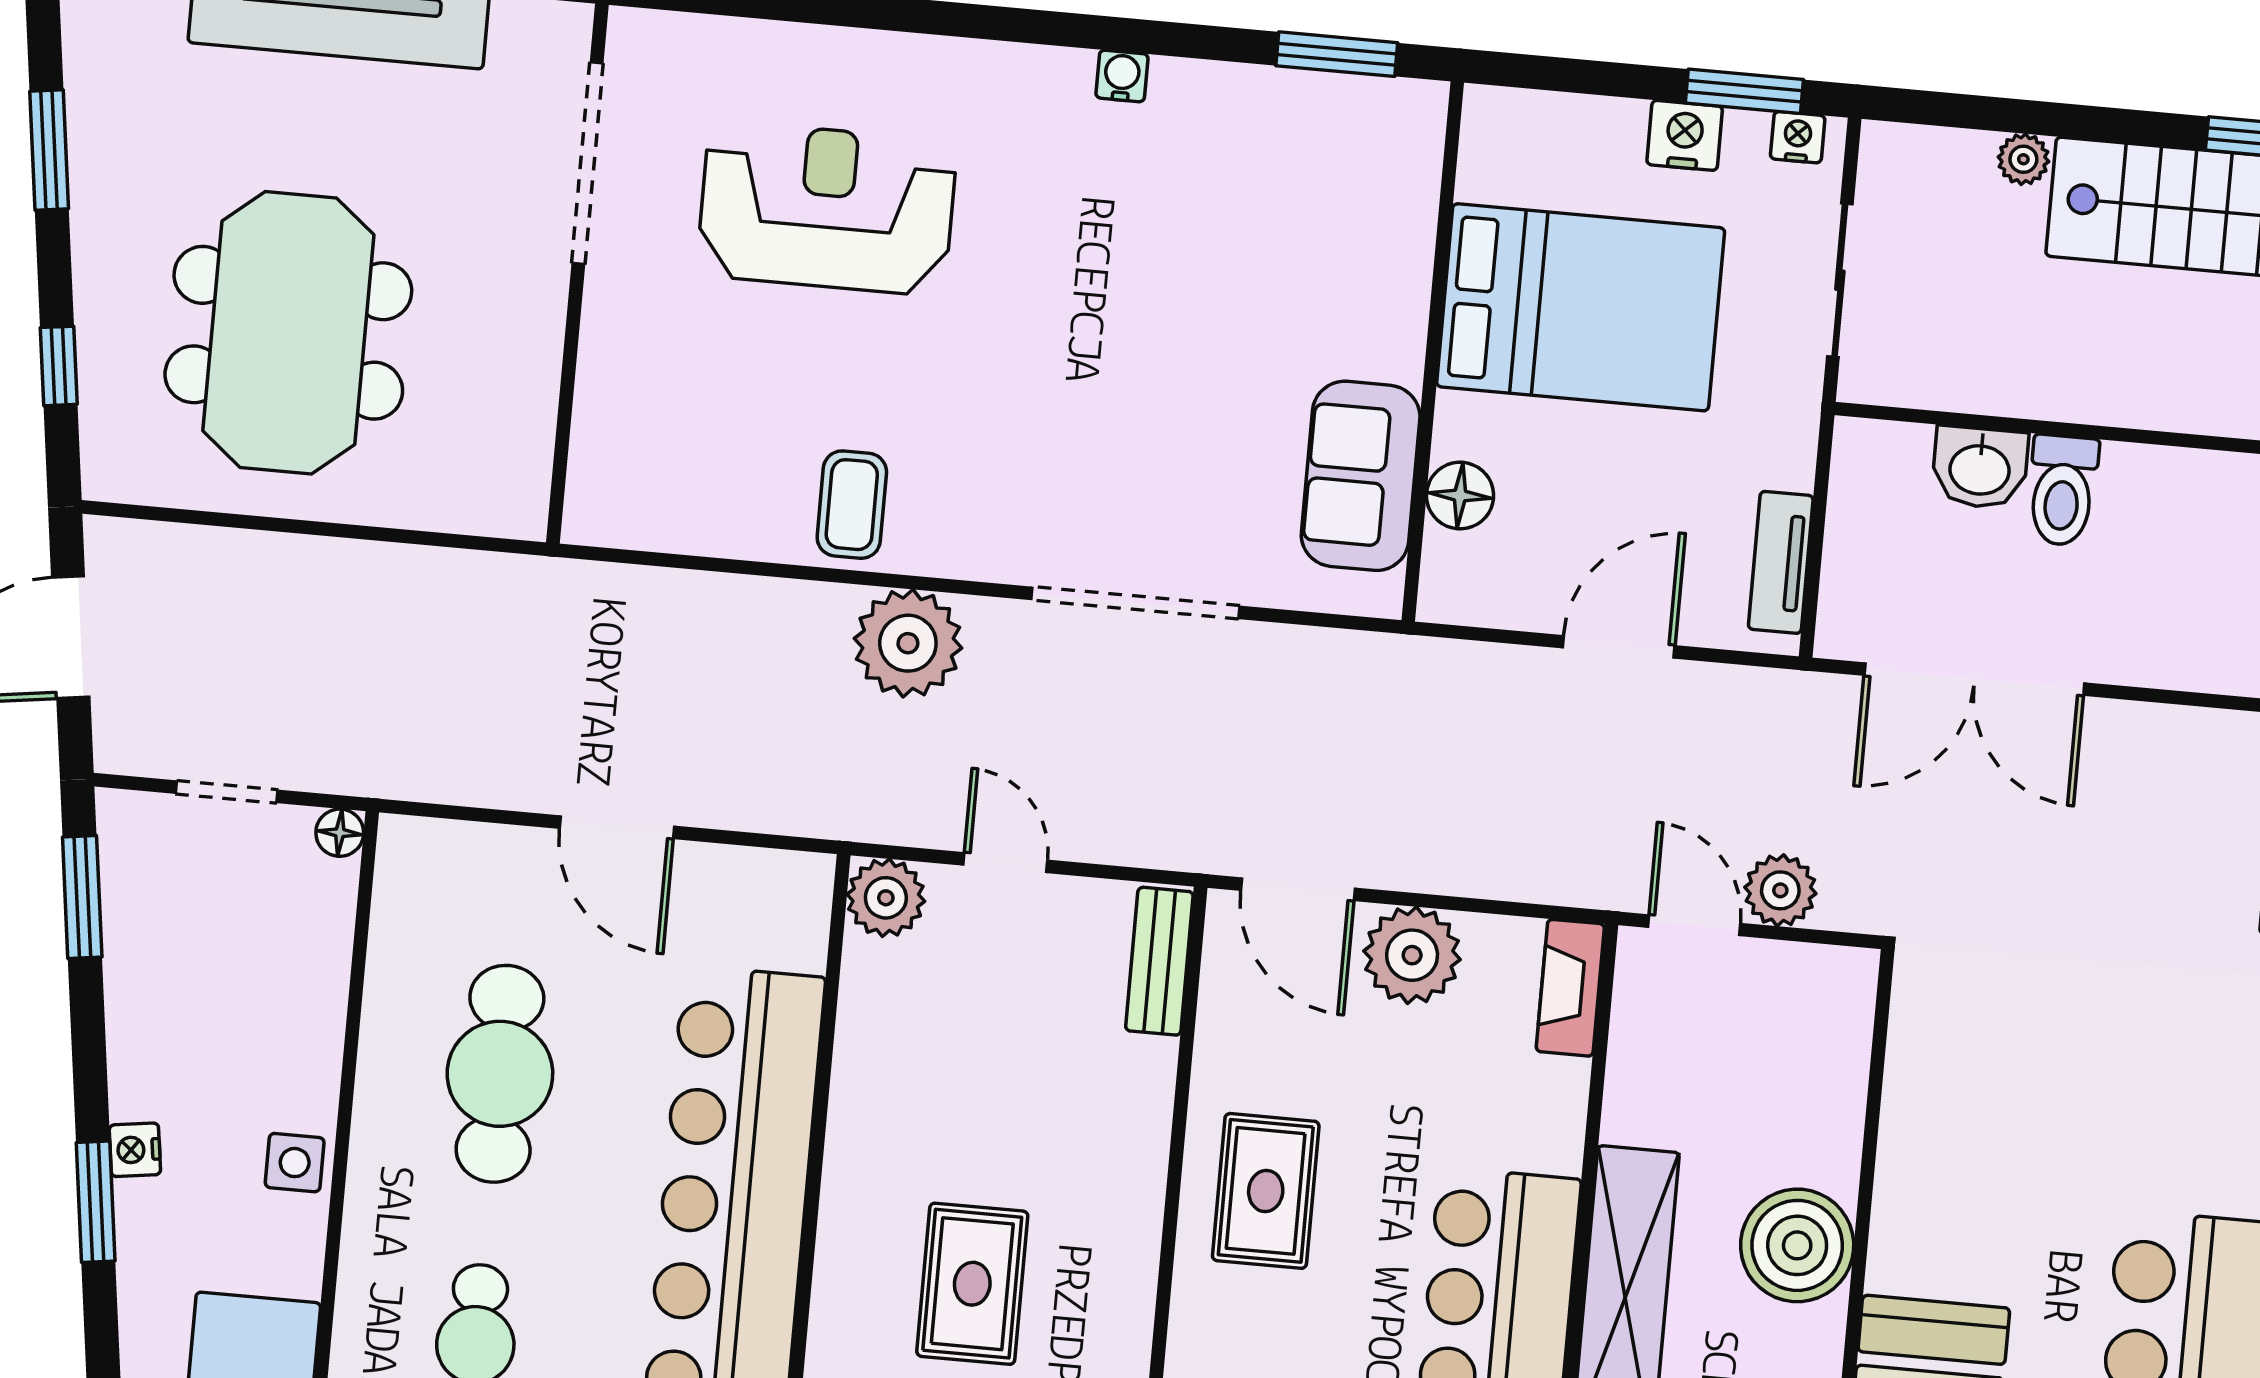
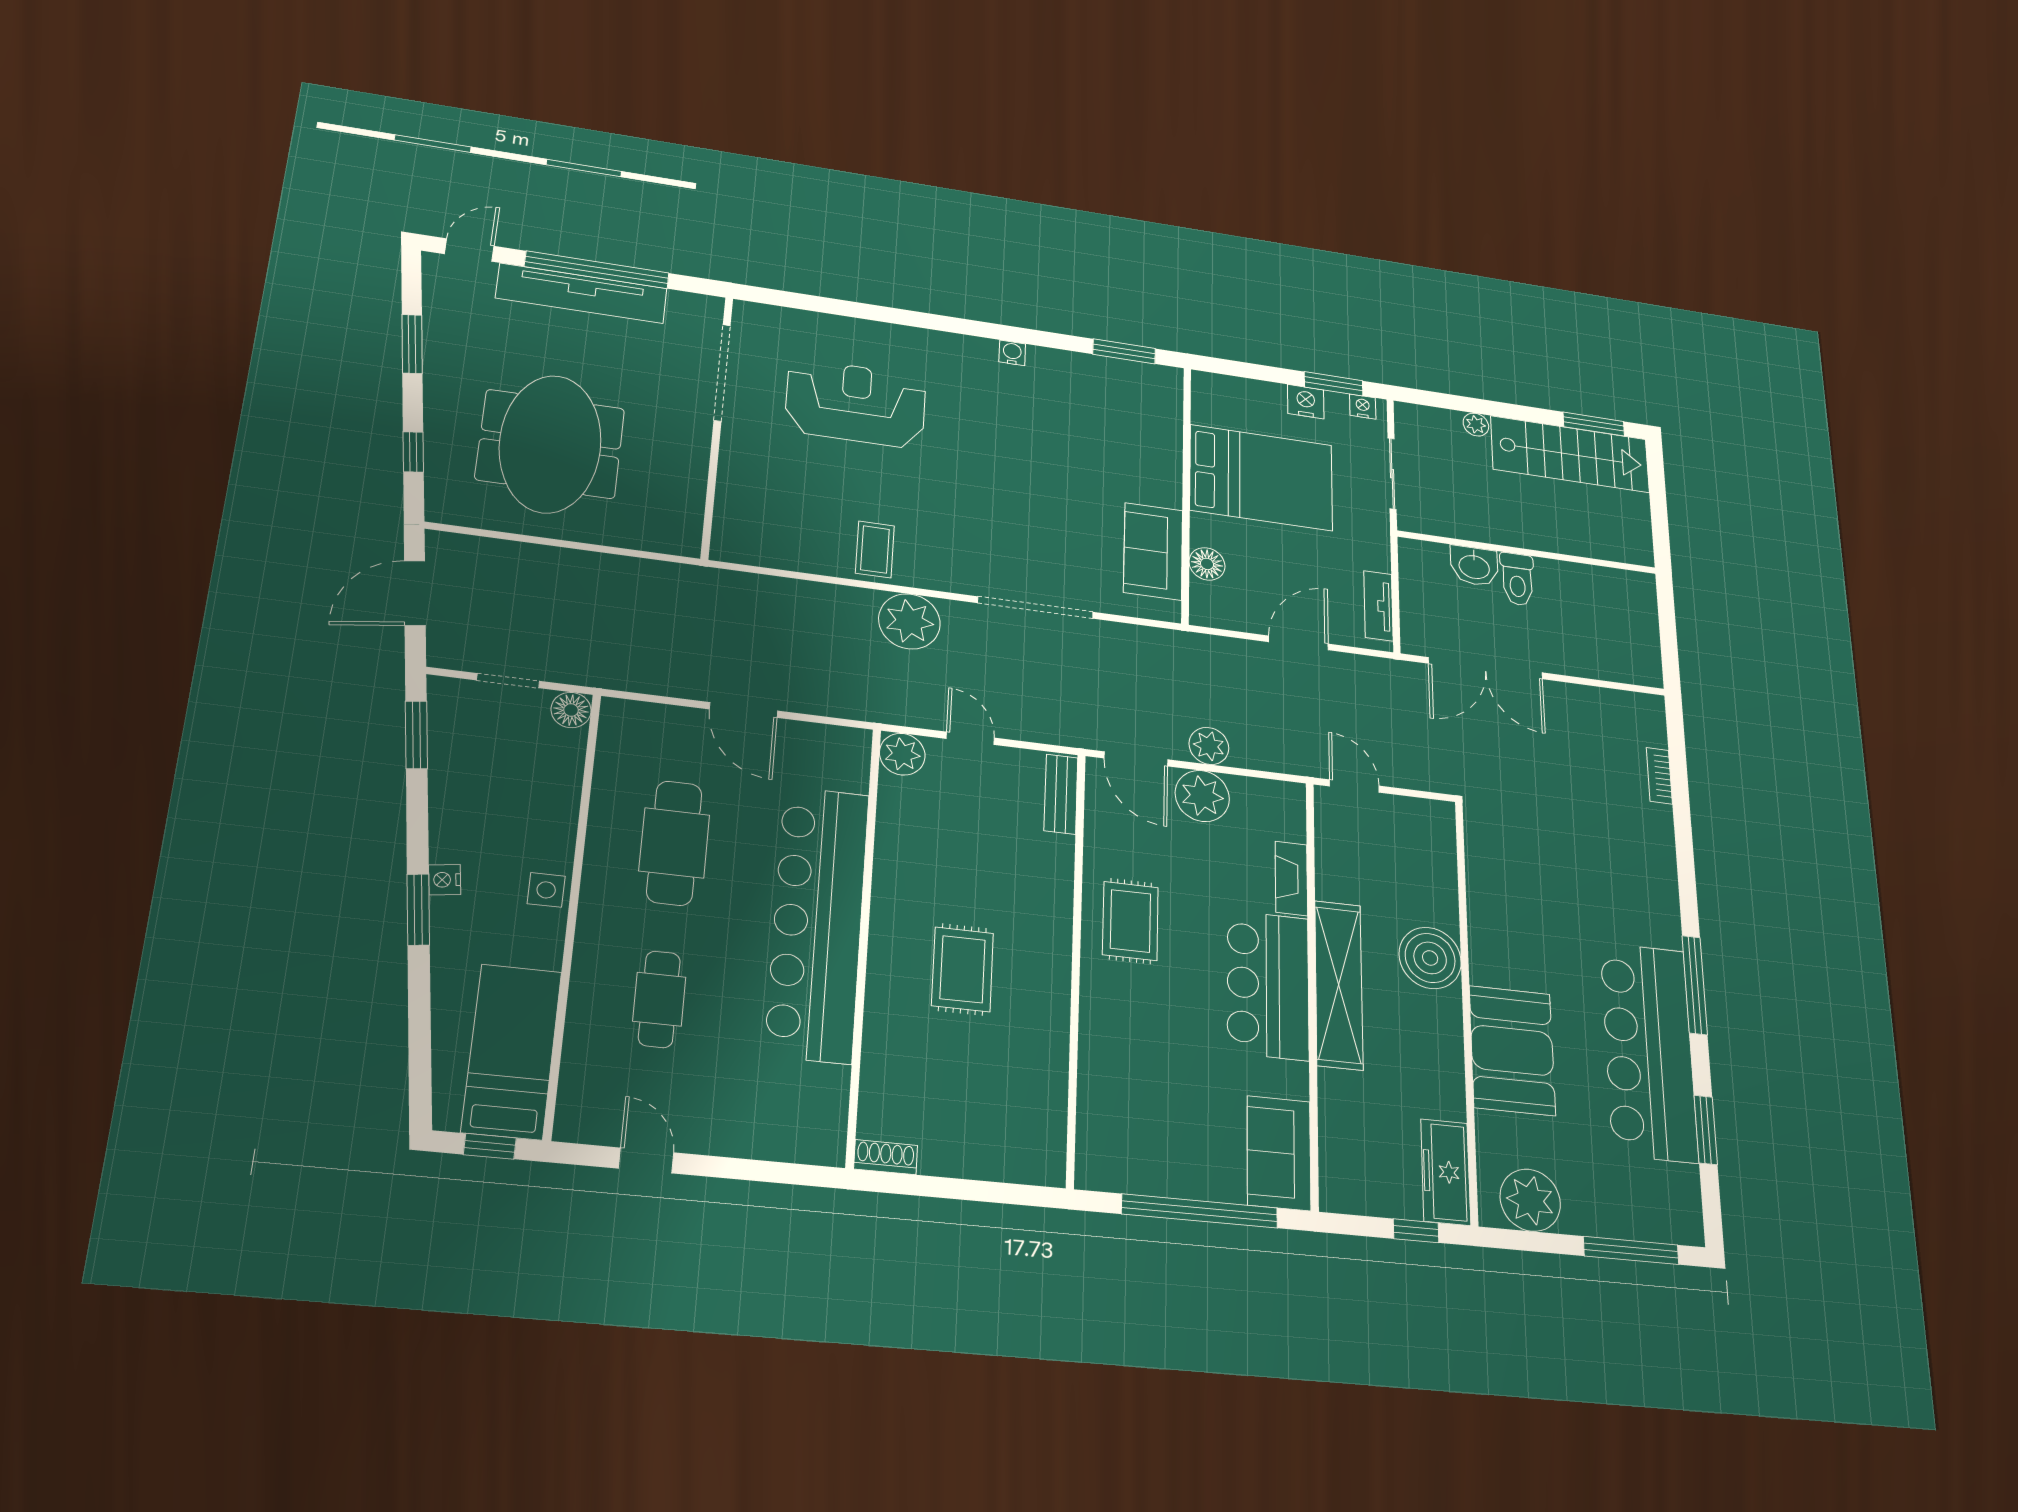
floor lamp: (340, 833) -> (571, 710), width x1.37, depth x1.37
plant: (1780, 890) -> (1209, 746), moved
fireplace: (1570, 988) -> (1291, 878), moved

